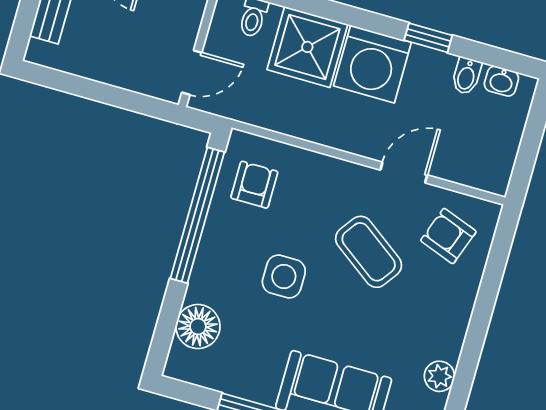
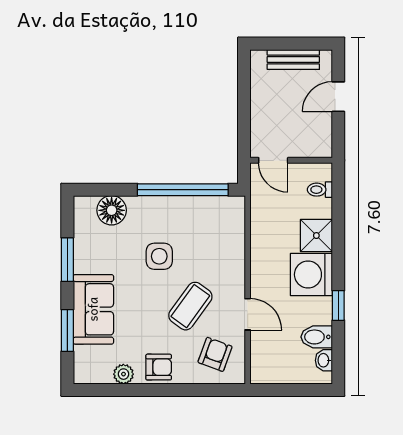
shower: (307, 47) -> (316, 236), width x0.73, depth x0.73
bidet: (466, 76) -> (317, 337), width x1.38, depth x1.36
armchair: (254, 185) -> (159, 367), moved

